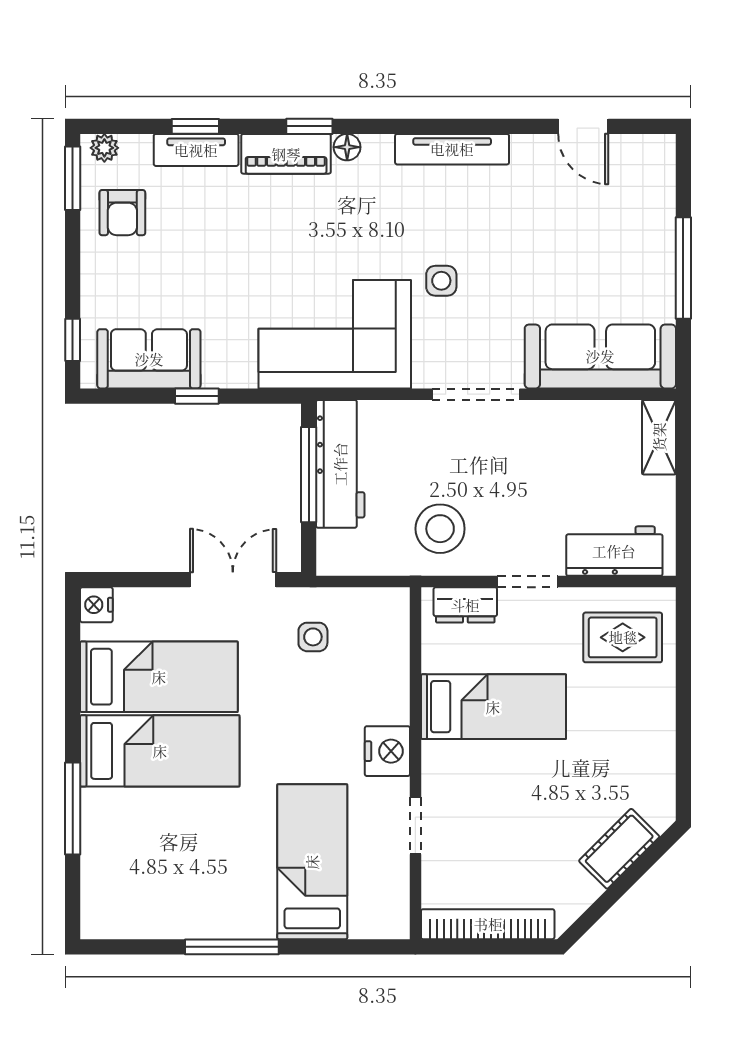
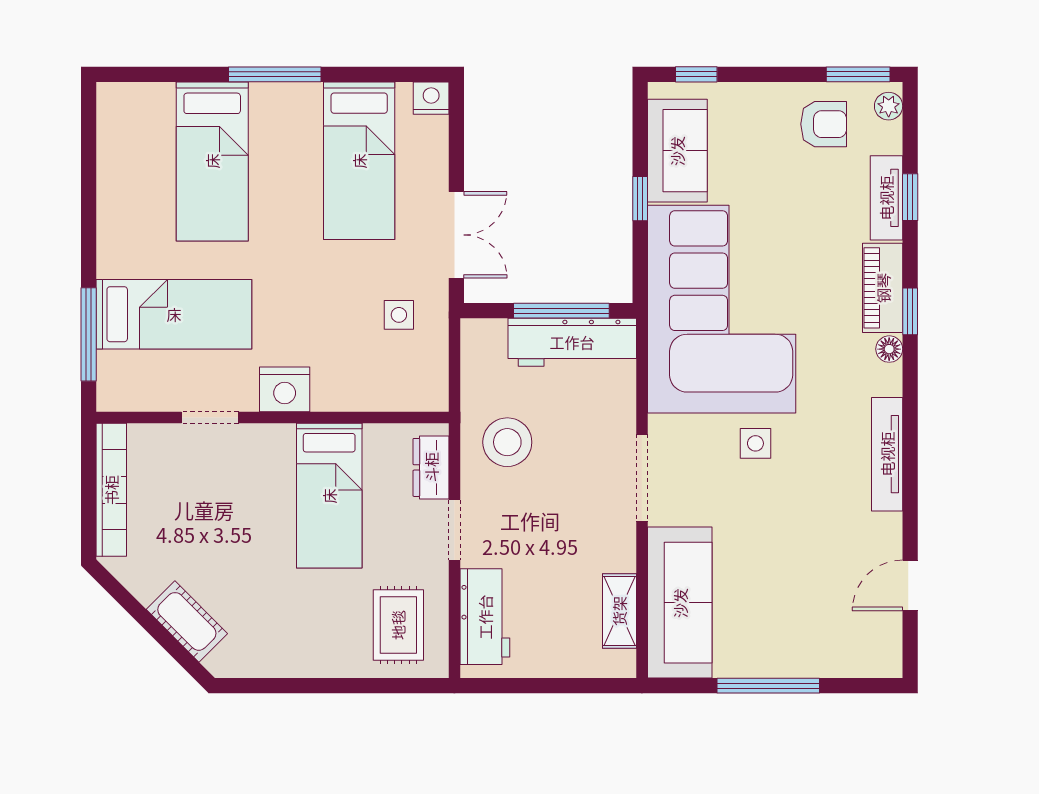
armchair: (122, 213) -> (824, 124), turned 180
corner sofa: (335, 334) -> (722, 309), width x1.36, depth x1.36
shelving: (659, 437) -> (619, 611), moved, turned 90
bed: (160, 751) -> (212, 161), moved
window: (73, 809) -> (275, 74), moved
window: (232, 947) -> (89, 334), moved

